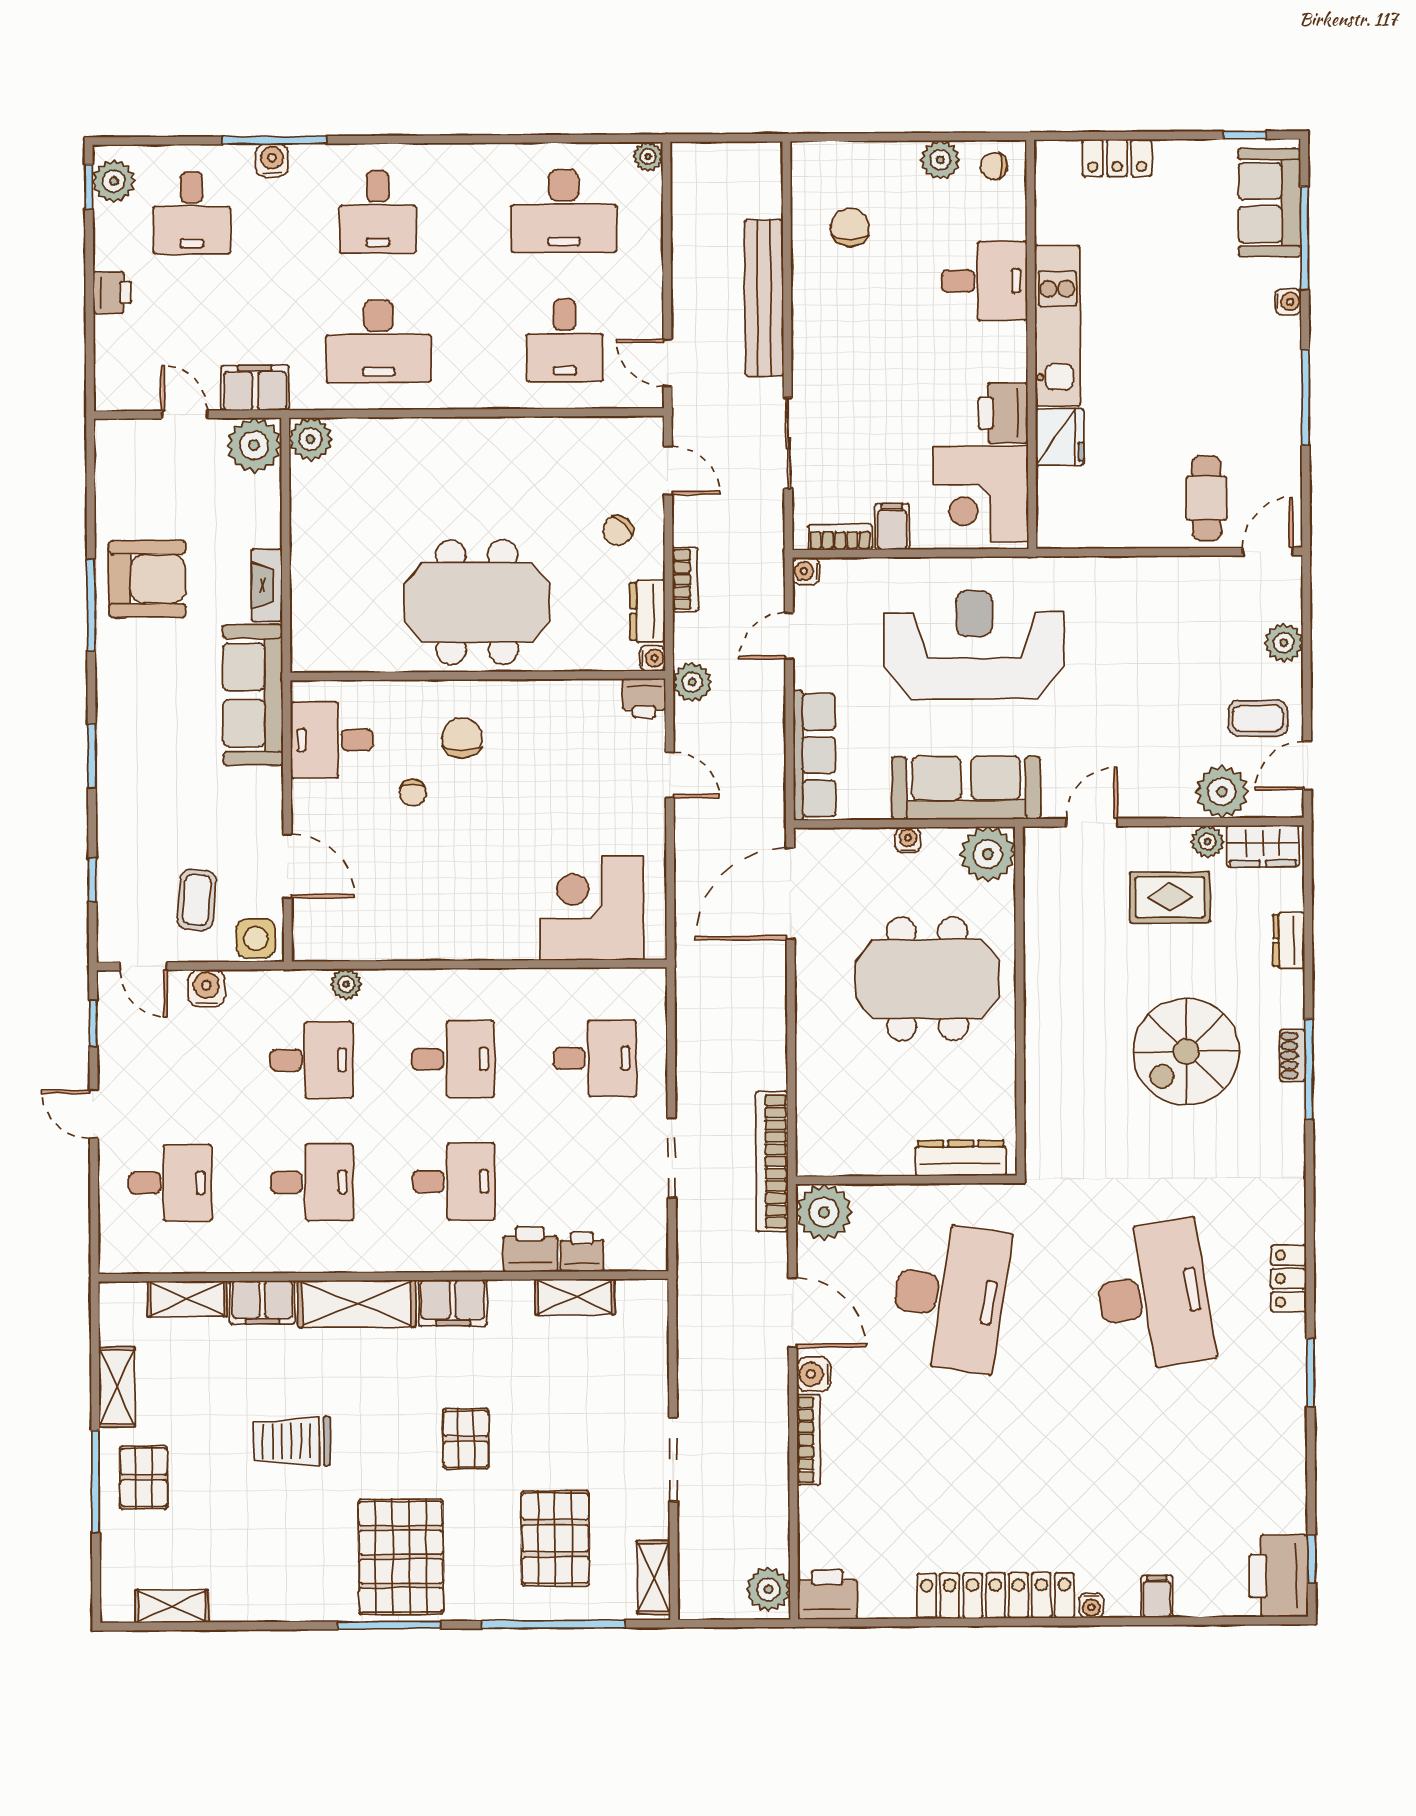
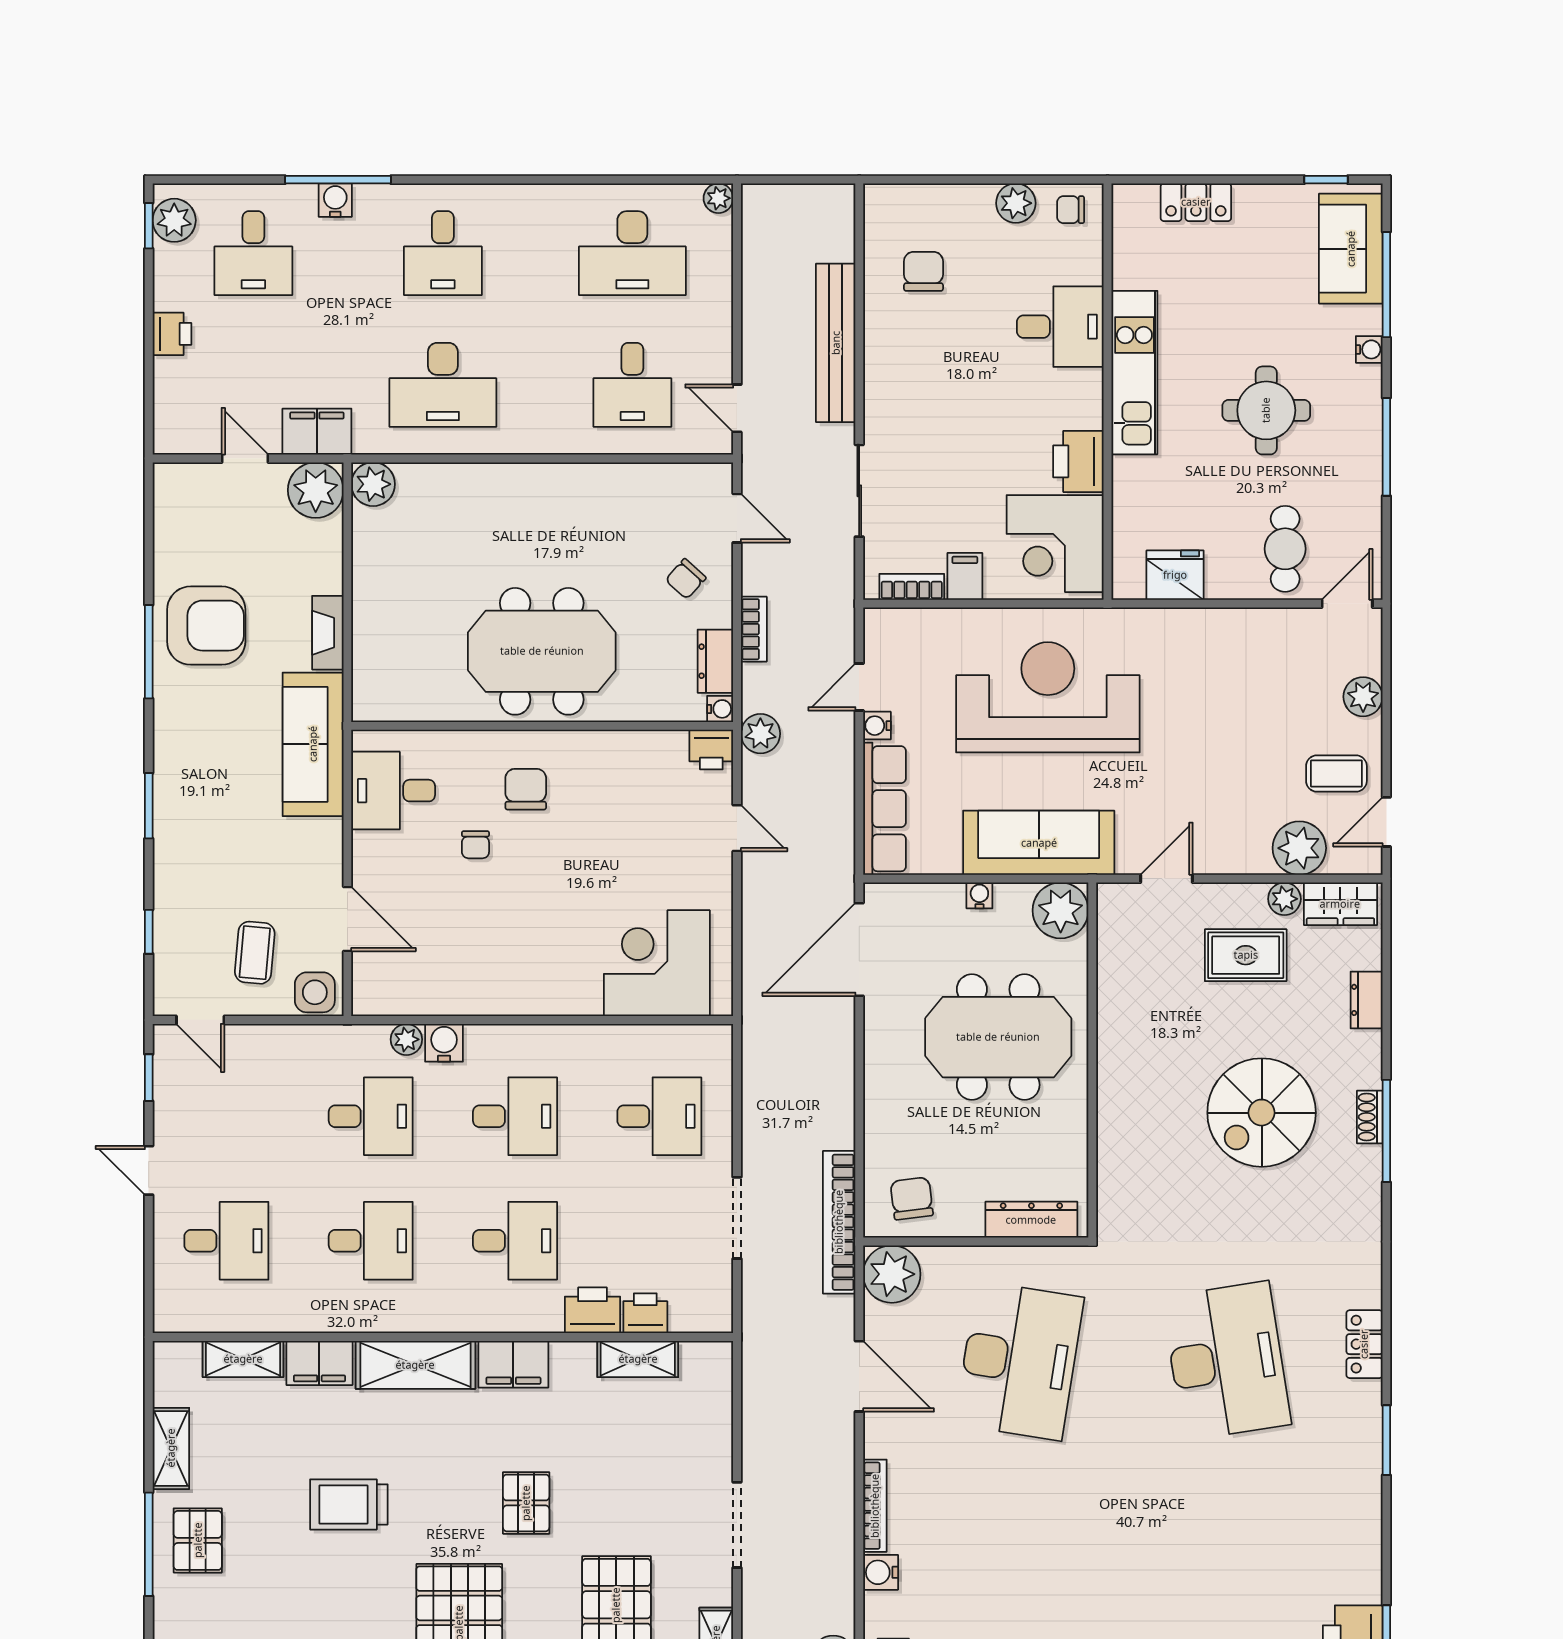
round table: (1187, 362) -> (1266, 410), added
fridge: (1060, 437) -> (1175, 575), moved, turned -90
water cooler: (806, 571) -> (877, 726), moved
water cooler: (206, 988) -> (444, 1043), moved
chair: (843, 1138) -> (912, 1198), added
water cooler: (814, 1374) -> (881, 1572), moved

